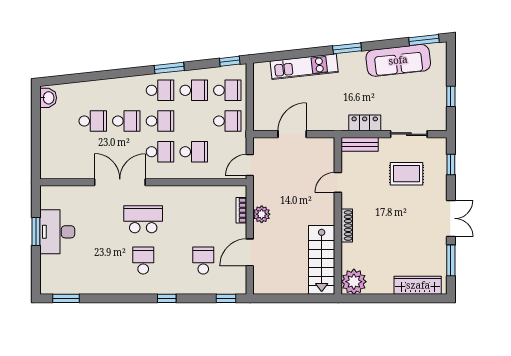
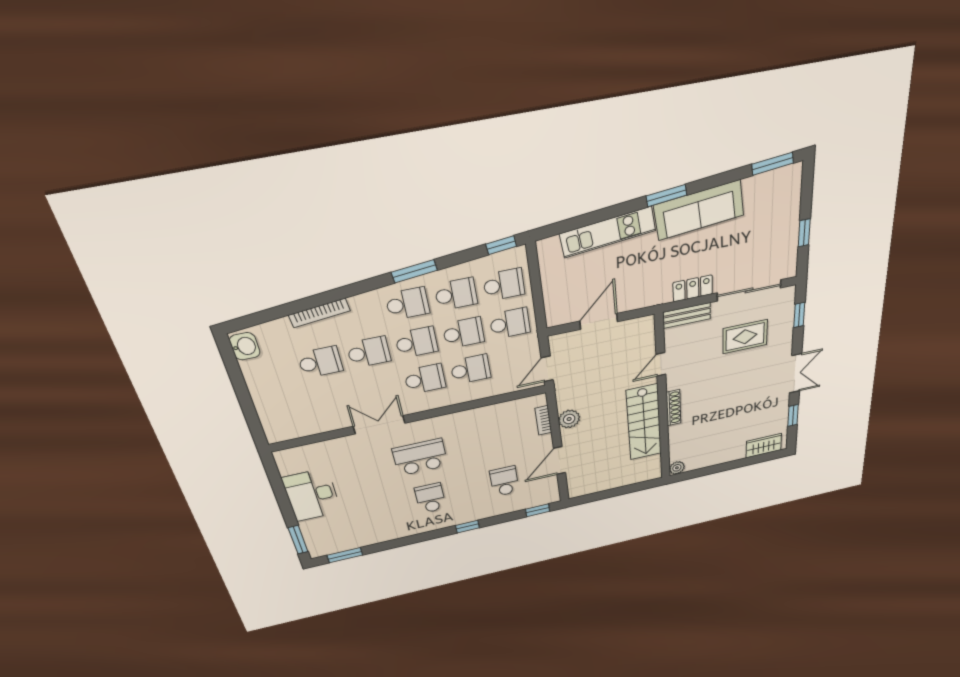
sofa: (398, 60) -> (699, 210), moved
bookcase: (102, 84) -> (319, 313), added
school desk: (194, 121) -> (463, 333), added
sliding door: (409, 134) -> (749, 290), width x1.37
double door: (120, 182) -> (379, 425), width x0.73
window: (36, 232) -> (298, 540), moved
stairs: (322, 260) -> (644, 422), moved
window: (451, 260) -> (793, 415), width x0.67
plant: (354, 282) -> (677, 468), width x0.53, depth x0.53
wardrobe: (418, 285) -> (764, 446), width x0.67

